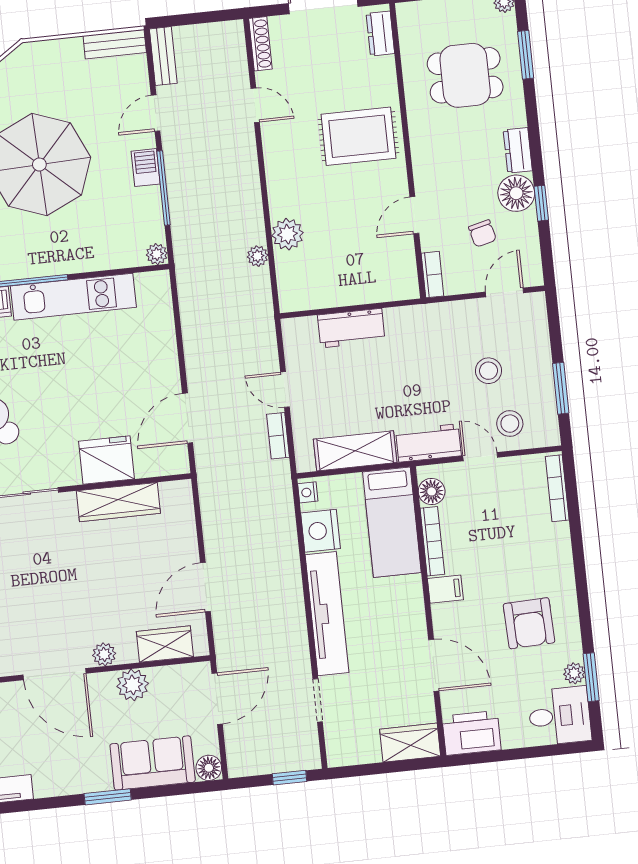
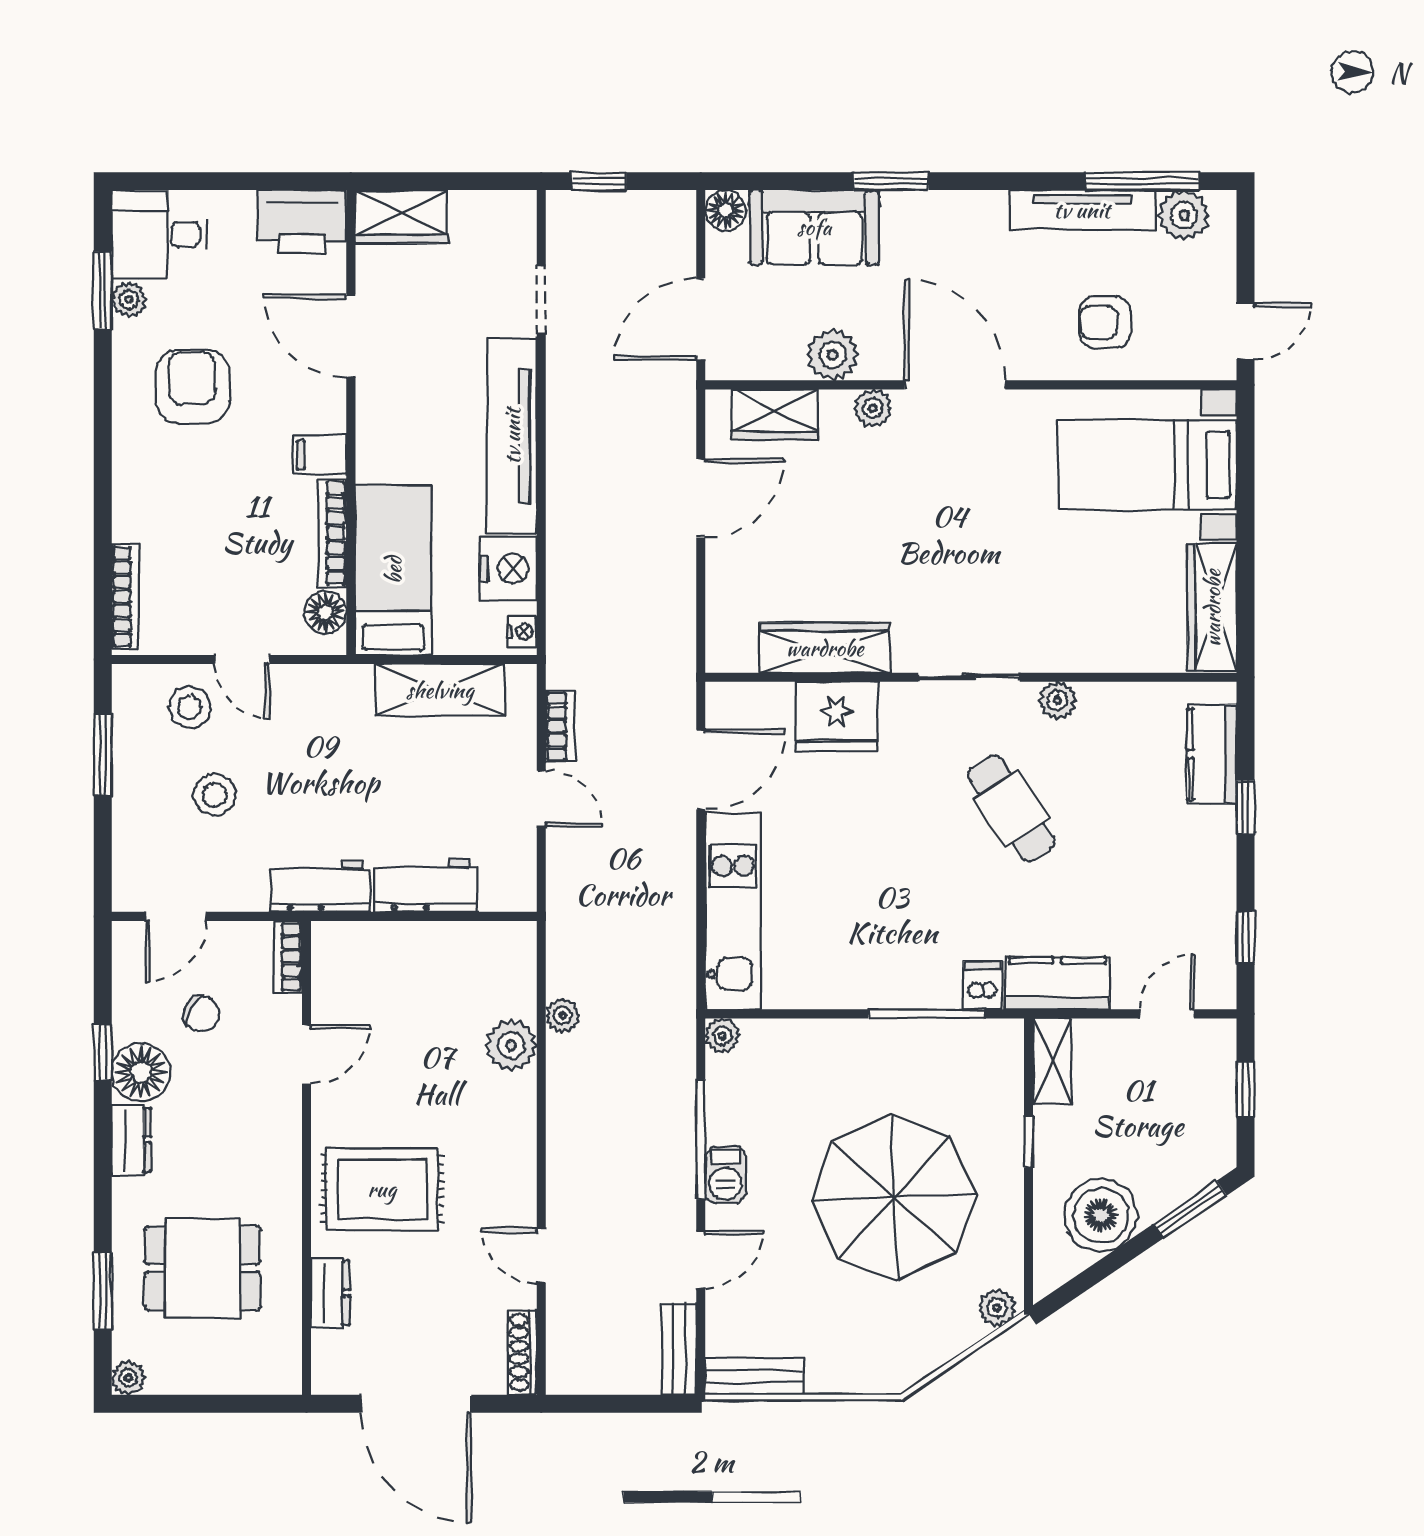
dresser: (380, 34) -> (330, 1293), moved
chair: (482, 233) -> (201, 1014), turned 131
kitchen unit: (73, 297) -> (733, 911), moved, turned 90
workbench: (428, 443) -> (321, 886), moved, turned 180

